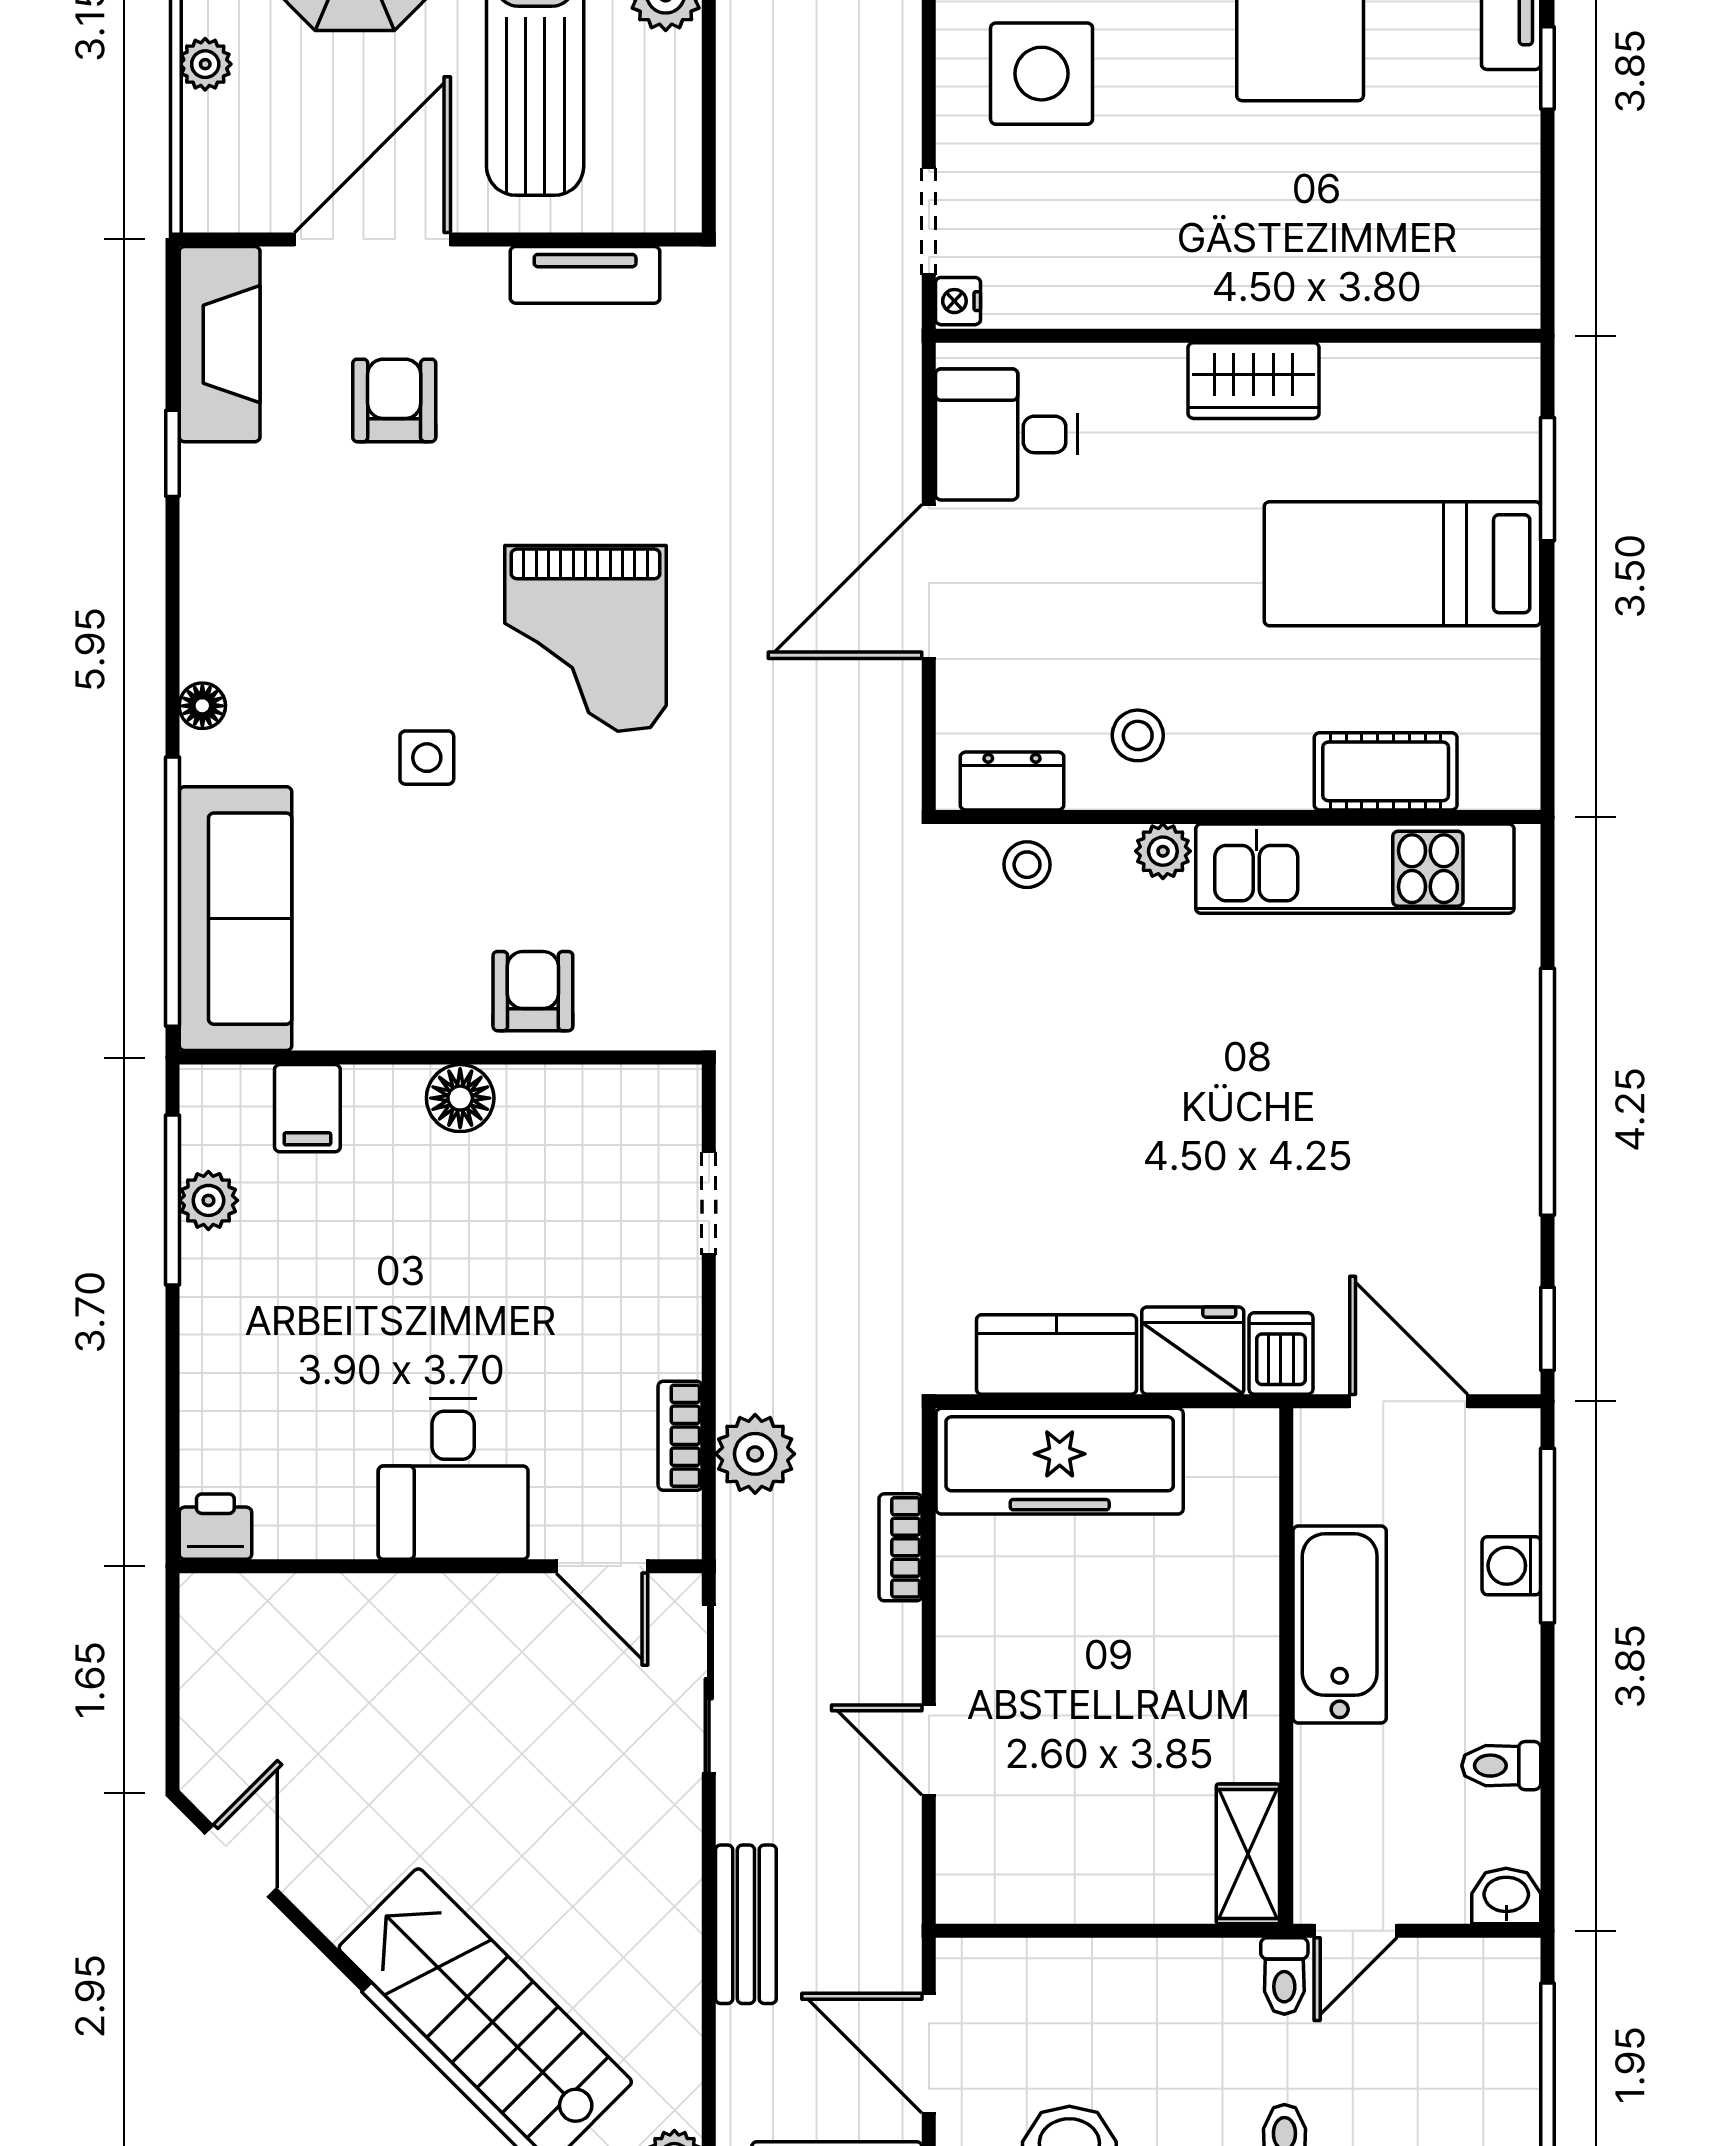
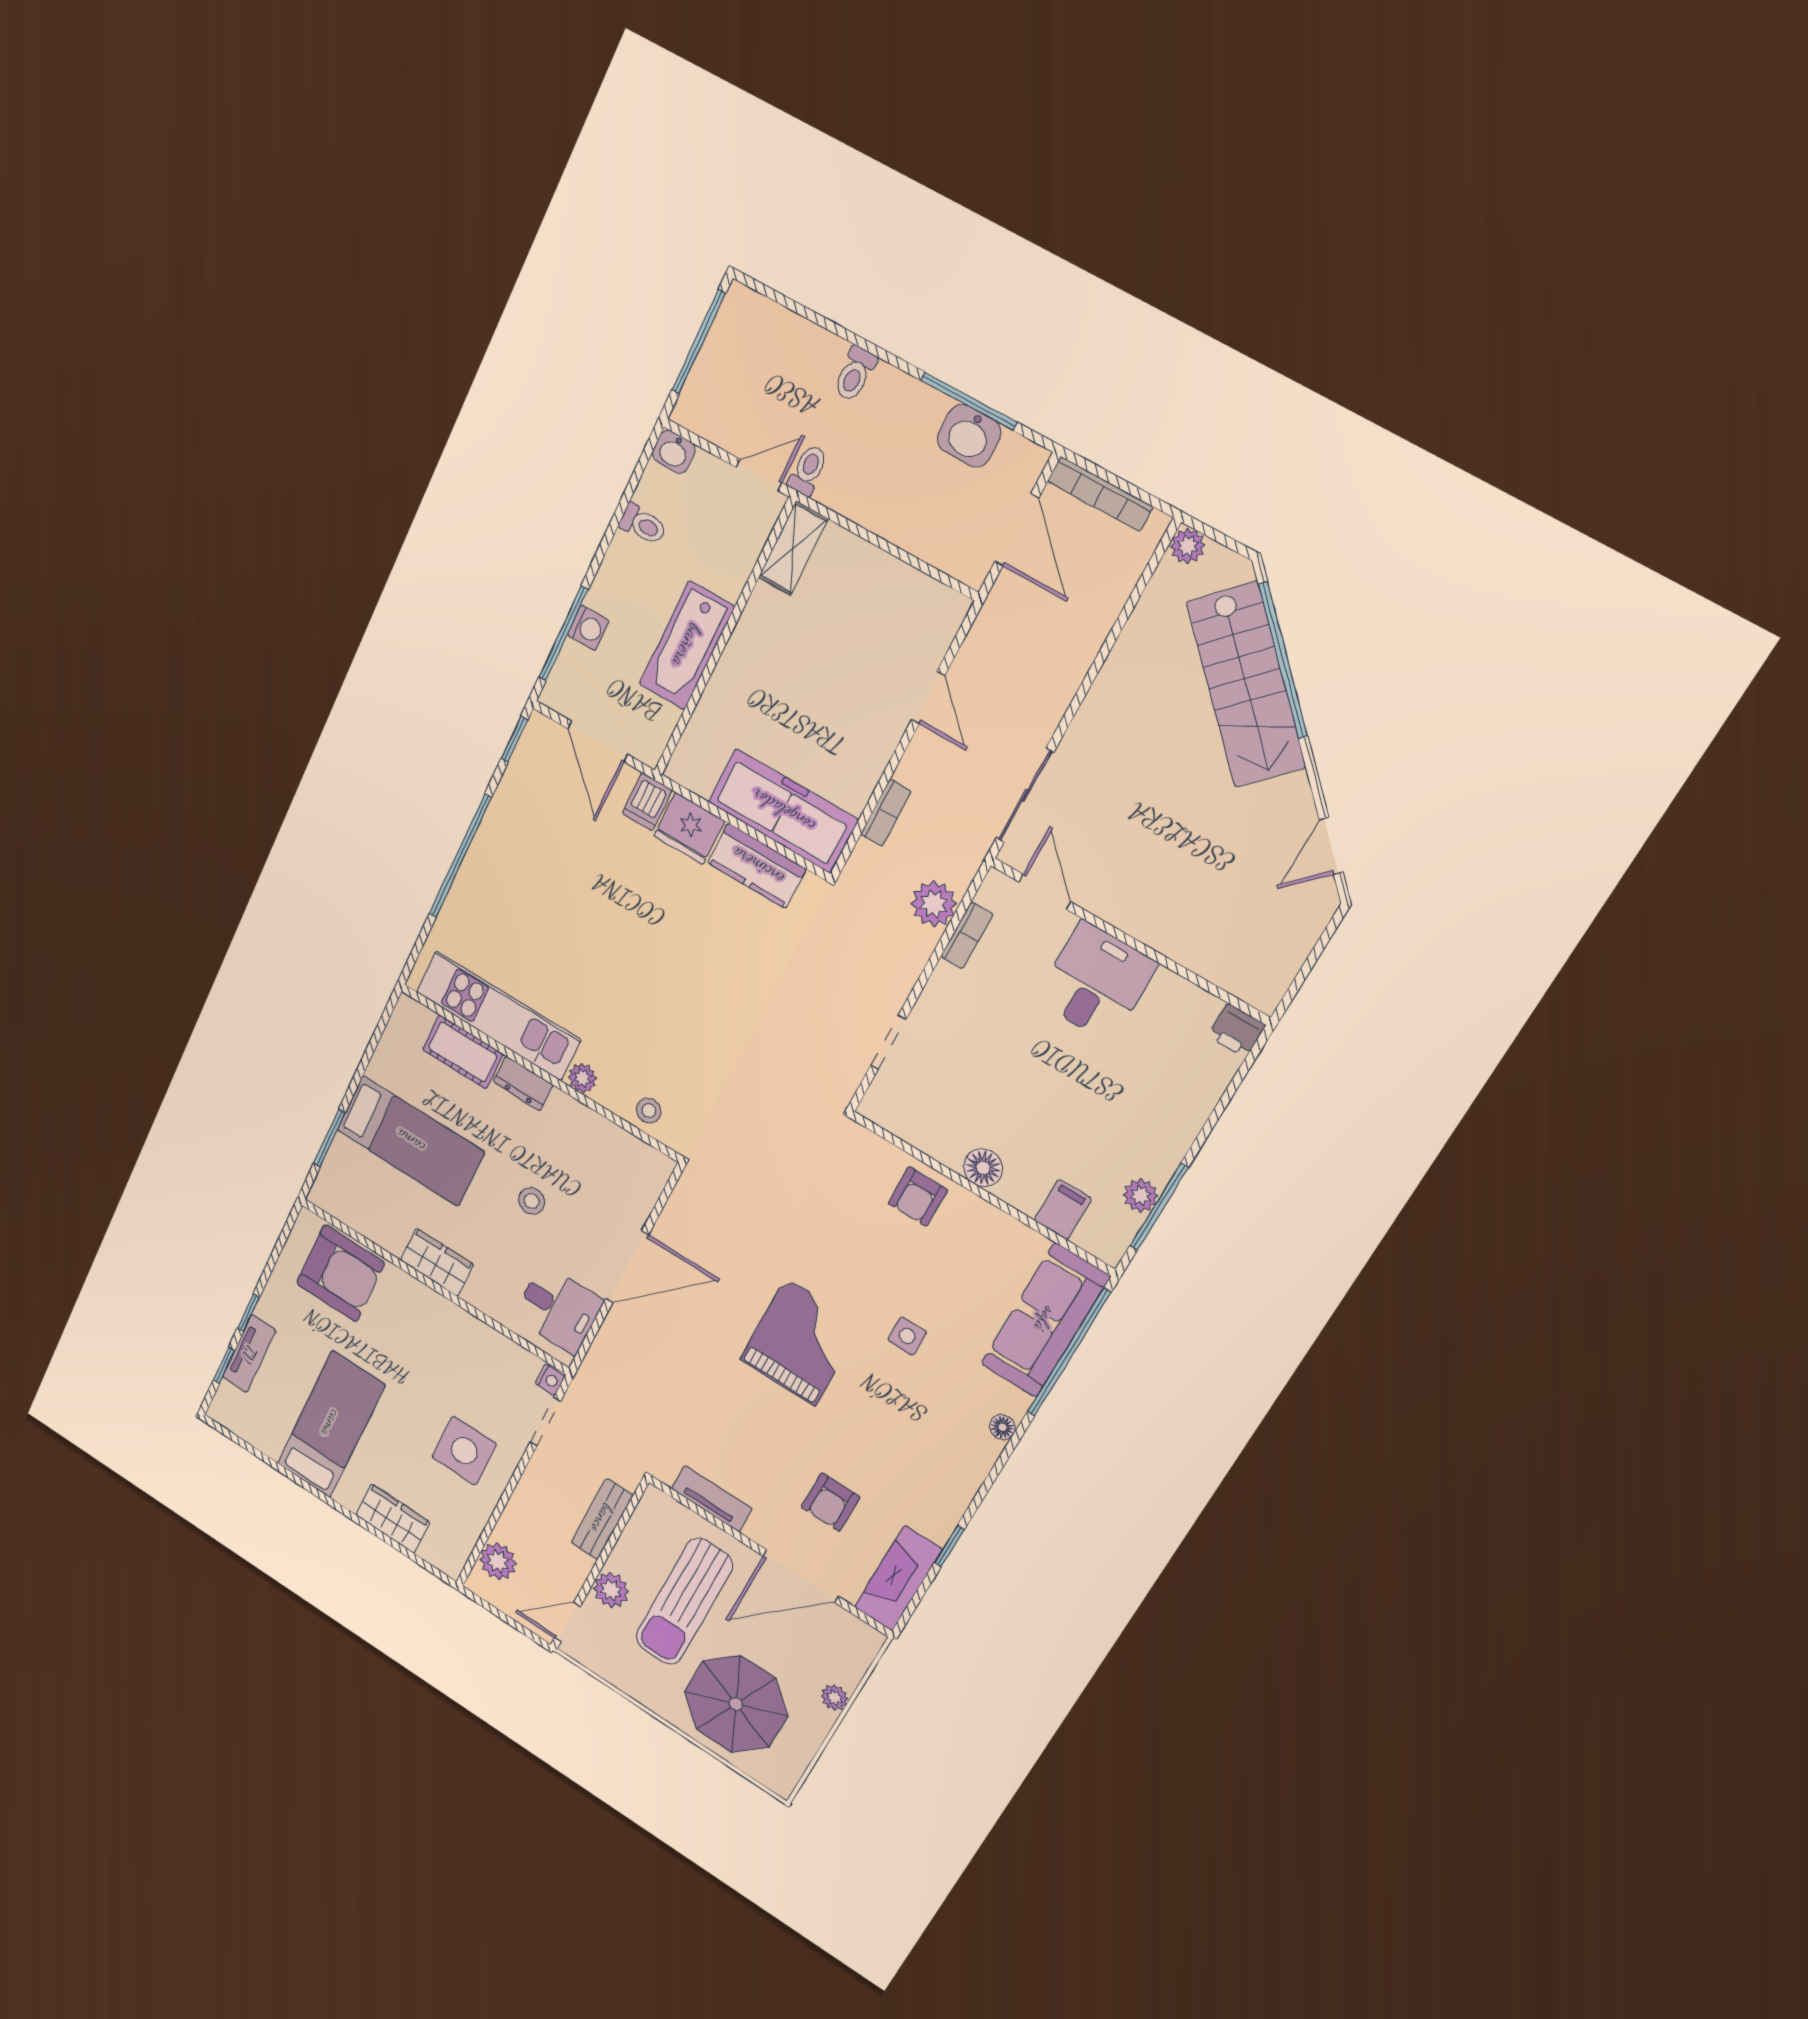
armchair: (1414, 250) -> (340, 1273), added
stool: (1138, 735) -> (532, 1201), moved
dresser: (1012, 781) -> (523, 1084), moved
bench: (746, 1924) -> (602, 1519), moved

